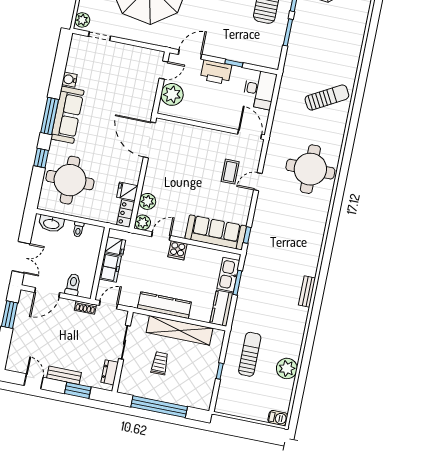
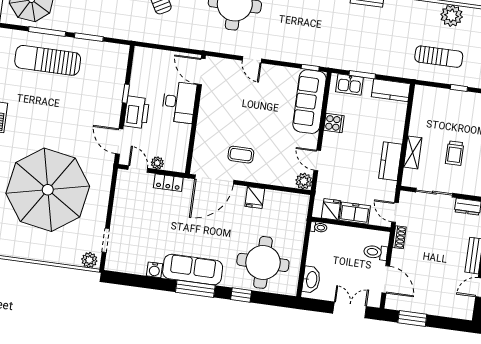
desk: (260, 89) -> (179, 102), moved, turned 90
plant: (172, 94) -> (157, 163), width x0.53, depth x0.53
door: (250, 134) -> (201, 72), hinge flipped
coffee table: (230, 172) -> (241, 155), moved
fridge: (127, 191) -> (255, 198), moved
plant: (147, 201) -> (281, 177), removed
locker: (126, 214) -> (168, 183), moved
toilet: (78, 229) -> (319, 227), moved
cooker: (177, 250) -> (334, 123), moved
kitchen sink: (228, 275) -> (350, 85), width x0.73
kitchen counter: (164, 305) -> (390, 161), width x0.67
shelving: (180, 330) -> (413, 152), width x0.45, depth x0.75
sun lounger: (250, 354) -> (439, 57), turned 180
trolley: (160, 363) -> (455, 153), turned -90

